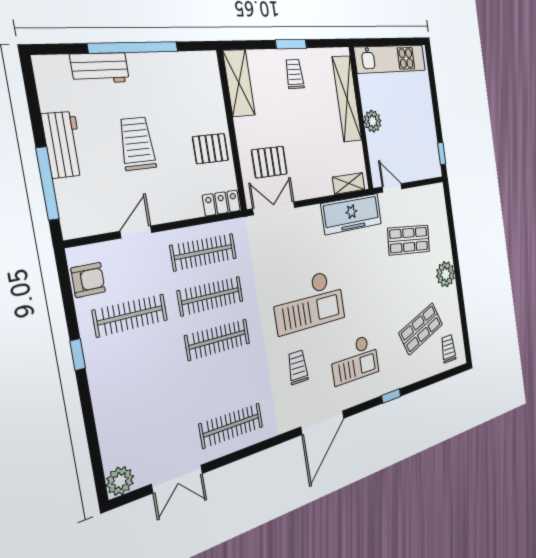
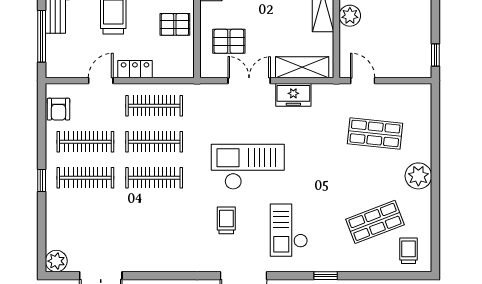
shelving: (349, 183) -> (302, 67), width x1.50, depth x1.33
locker: (221, 203) -> (135, 69), moved
double door: (274, 208) -> (249, 81), moved
freezer: (352, 214) -> (293, 95), width x0.52, depth x0.79
armchair: (88, 280) -> (58, 109), turned 90
checkout: (309, 302) -> (248, 167), turned 180
window: (78, 355) -> (42, 181), moved
checkout: (355, 360) -> (289, 230), turned 90
clothes rail: (231, 425) -> (85, 178), moved

